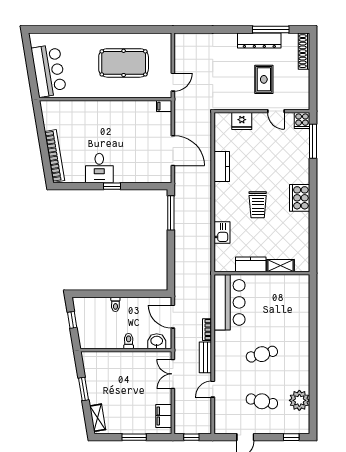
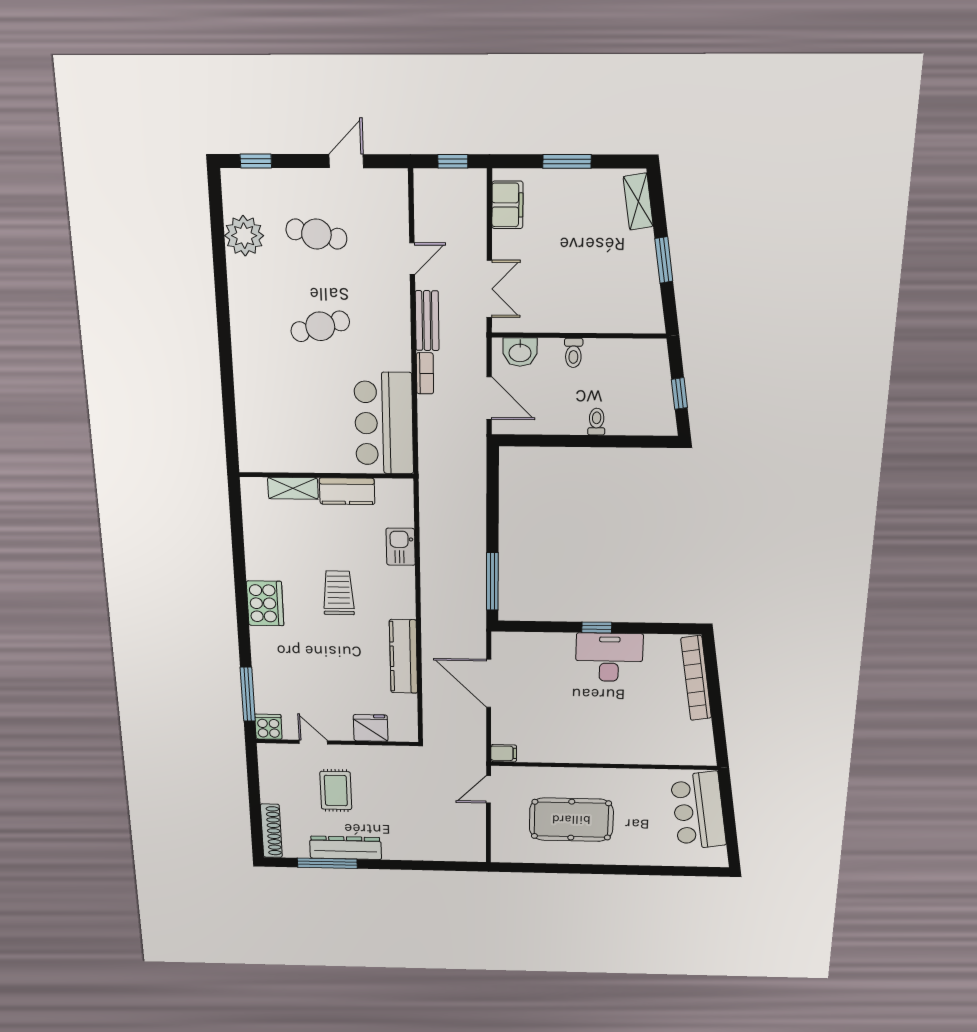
kitchen counter: (222, 167) -> (403, 656), width x1.50
desk: (99, 168) -> (609, 657), width x1.37

